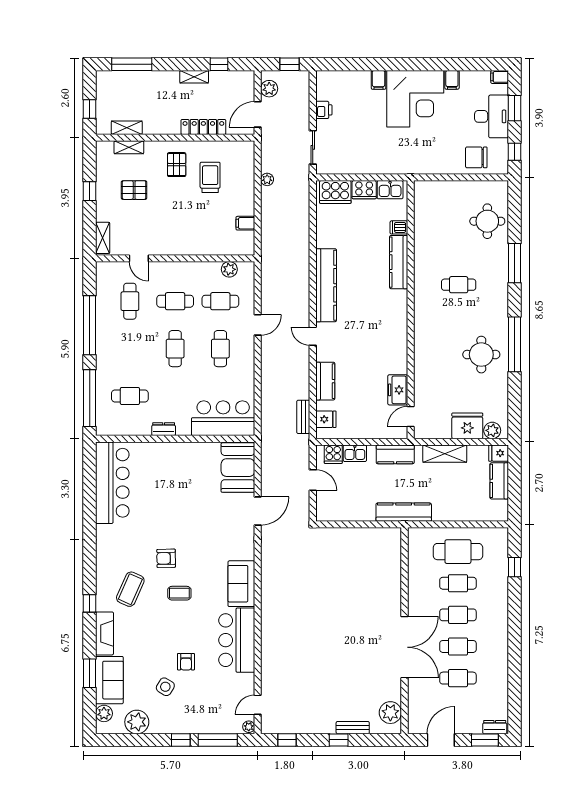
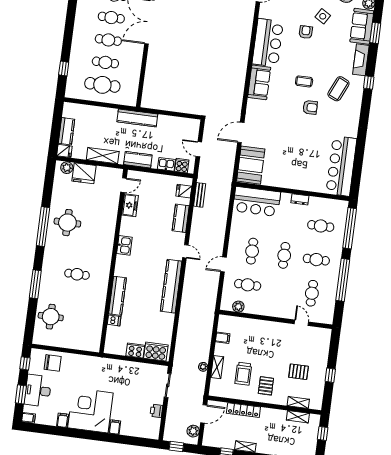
kitchen sink: (390, 190) -> (124, 245), moved, turned 90
shelving: (103, 238) -> (217, 367), moved
cafe table: (175, 301) -> (316, 260), moved

